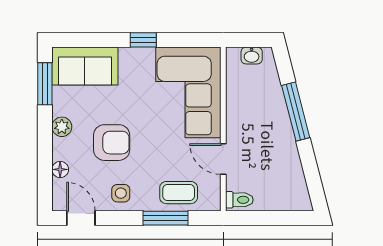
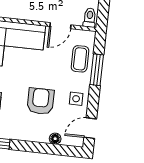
plant: (62, 127) -> (26, 134), removed

